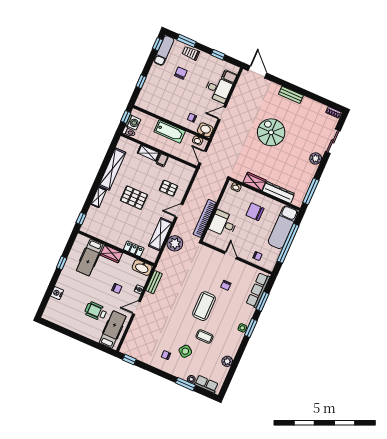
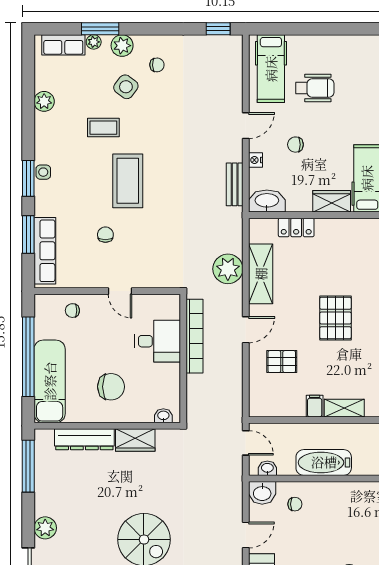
pallet: (134, 198) -> (335, 318), turned 90
plant: (178, 372) -> (122, 46), added

